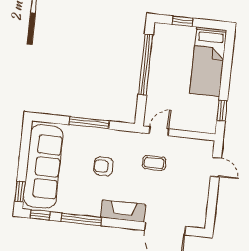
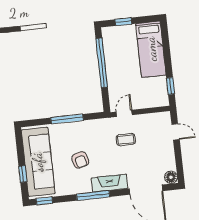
armchair: (103, 166) -> (80, 160), moved, turned -105
window: (20, 191) -> (23, 174), moved
window: (81, 219) -> (93, 196), moved
floor lamp: (198, 220) -> (171, 177), added

